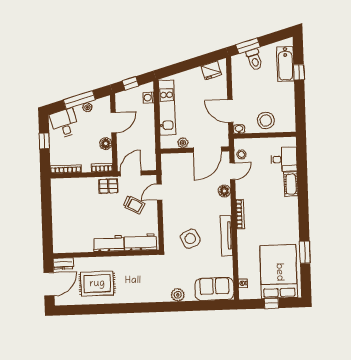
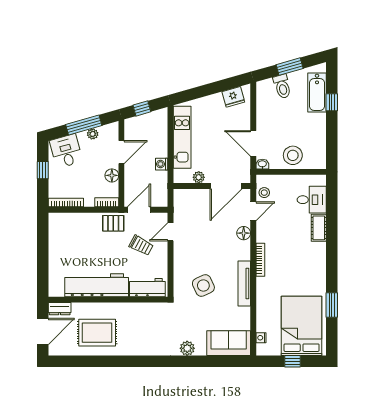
window: (248, 46) -> (290, 67), moved
washing machine: (148, 98) -> (162, 164), moved
workbench: (109, 244) -> (97, 285), width x1.88, depth x1.32

